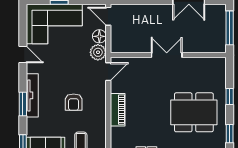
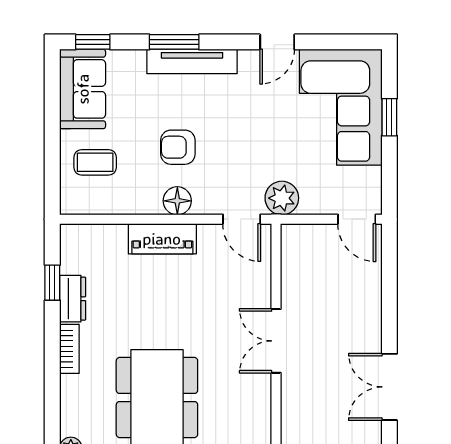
door: (108, 16) -> (357, 219), swing flipped
floor lamp: (99, 36) -> (177, 201), moved
double door: (167, 55) -> (276, 341), swing flipped

